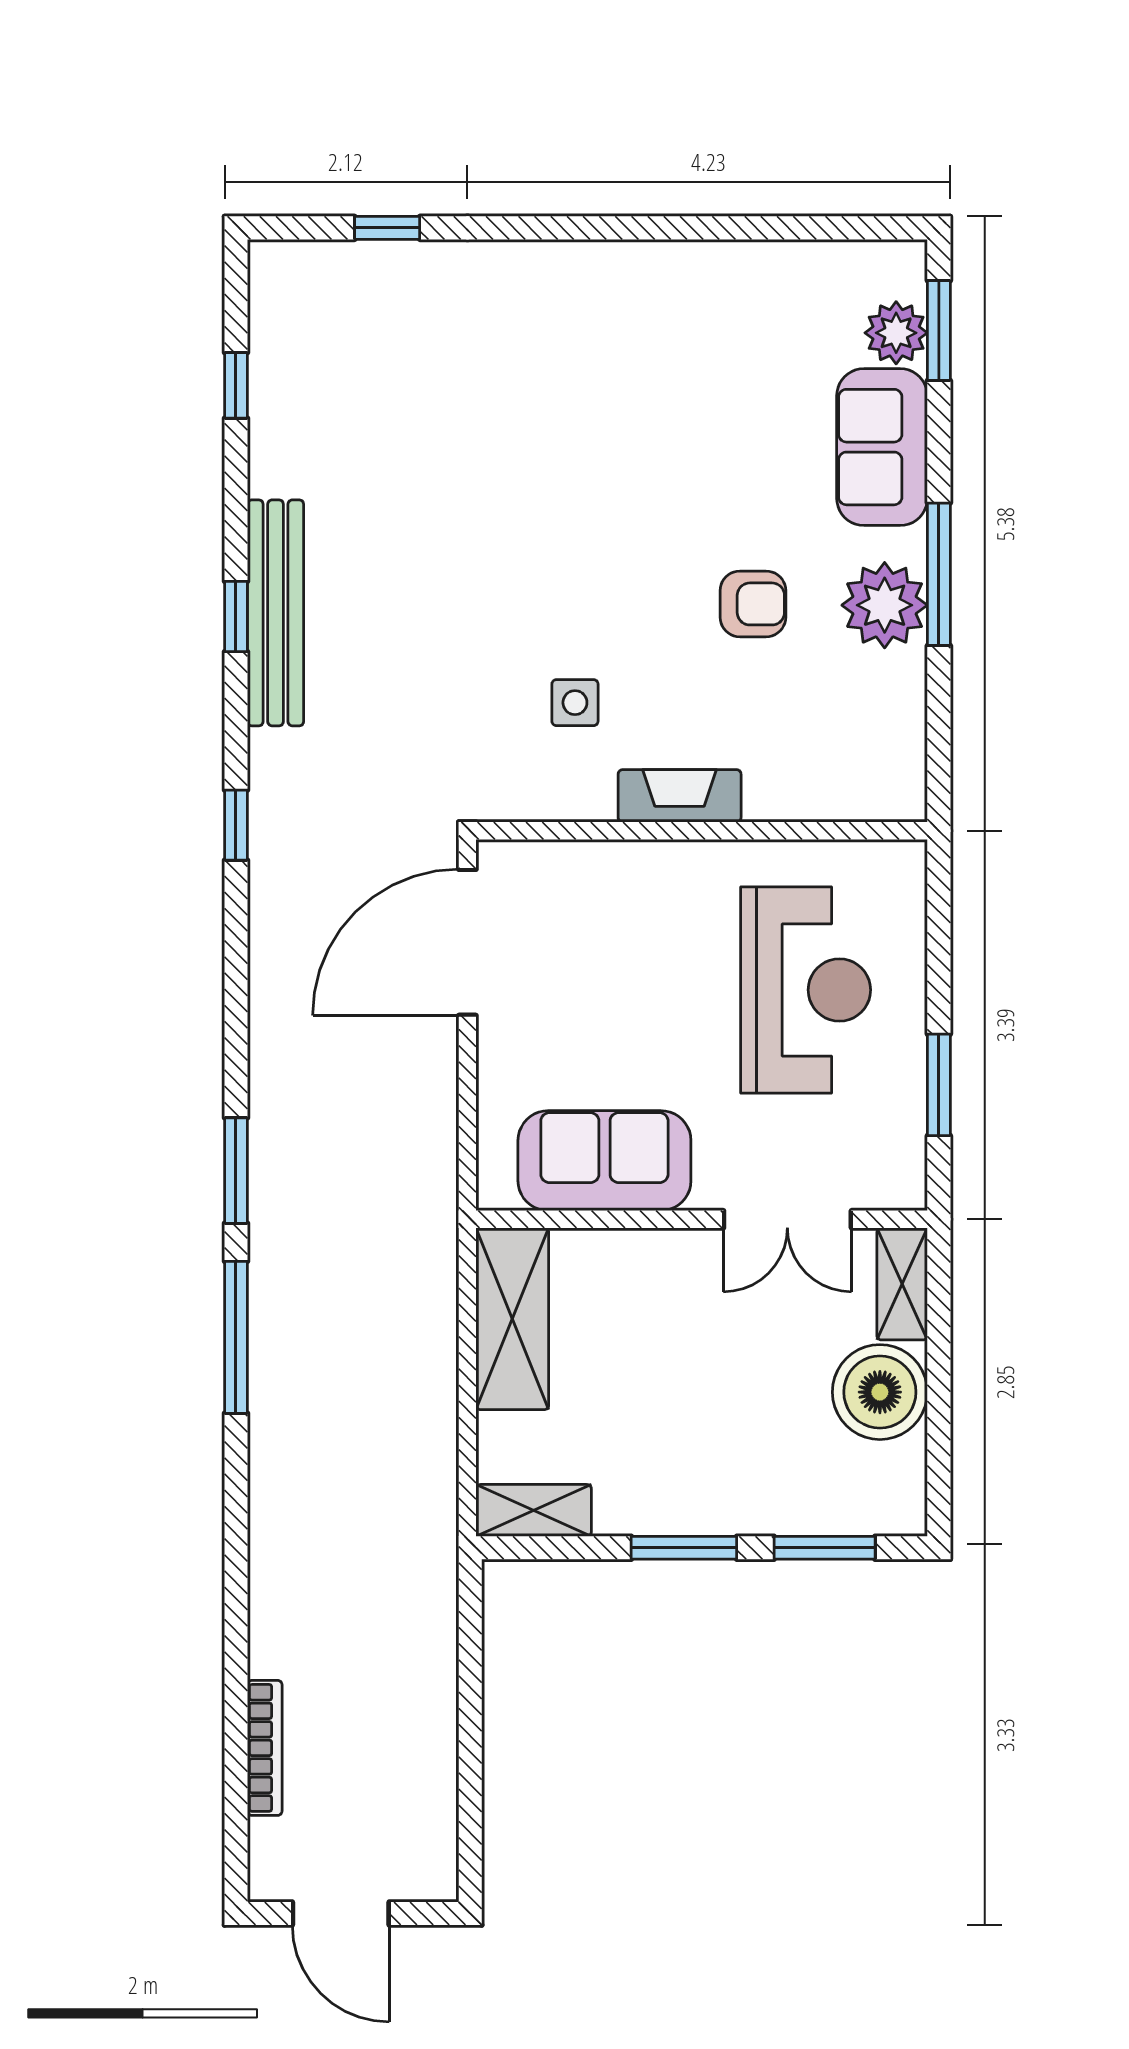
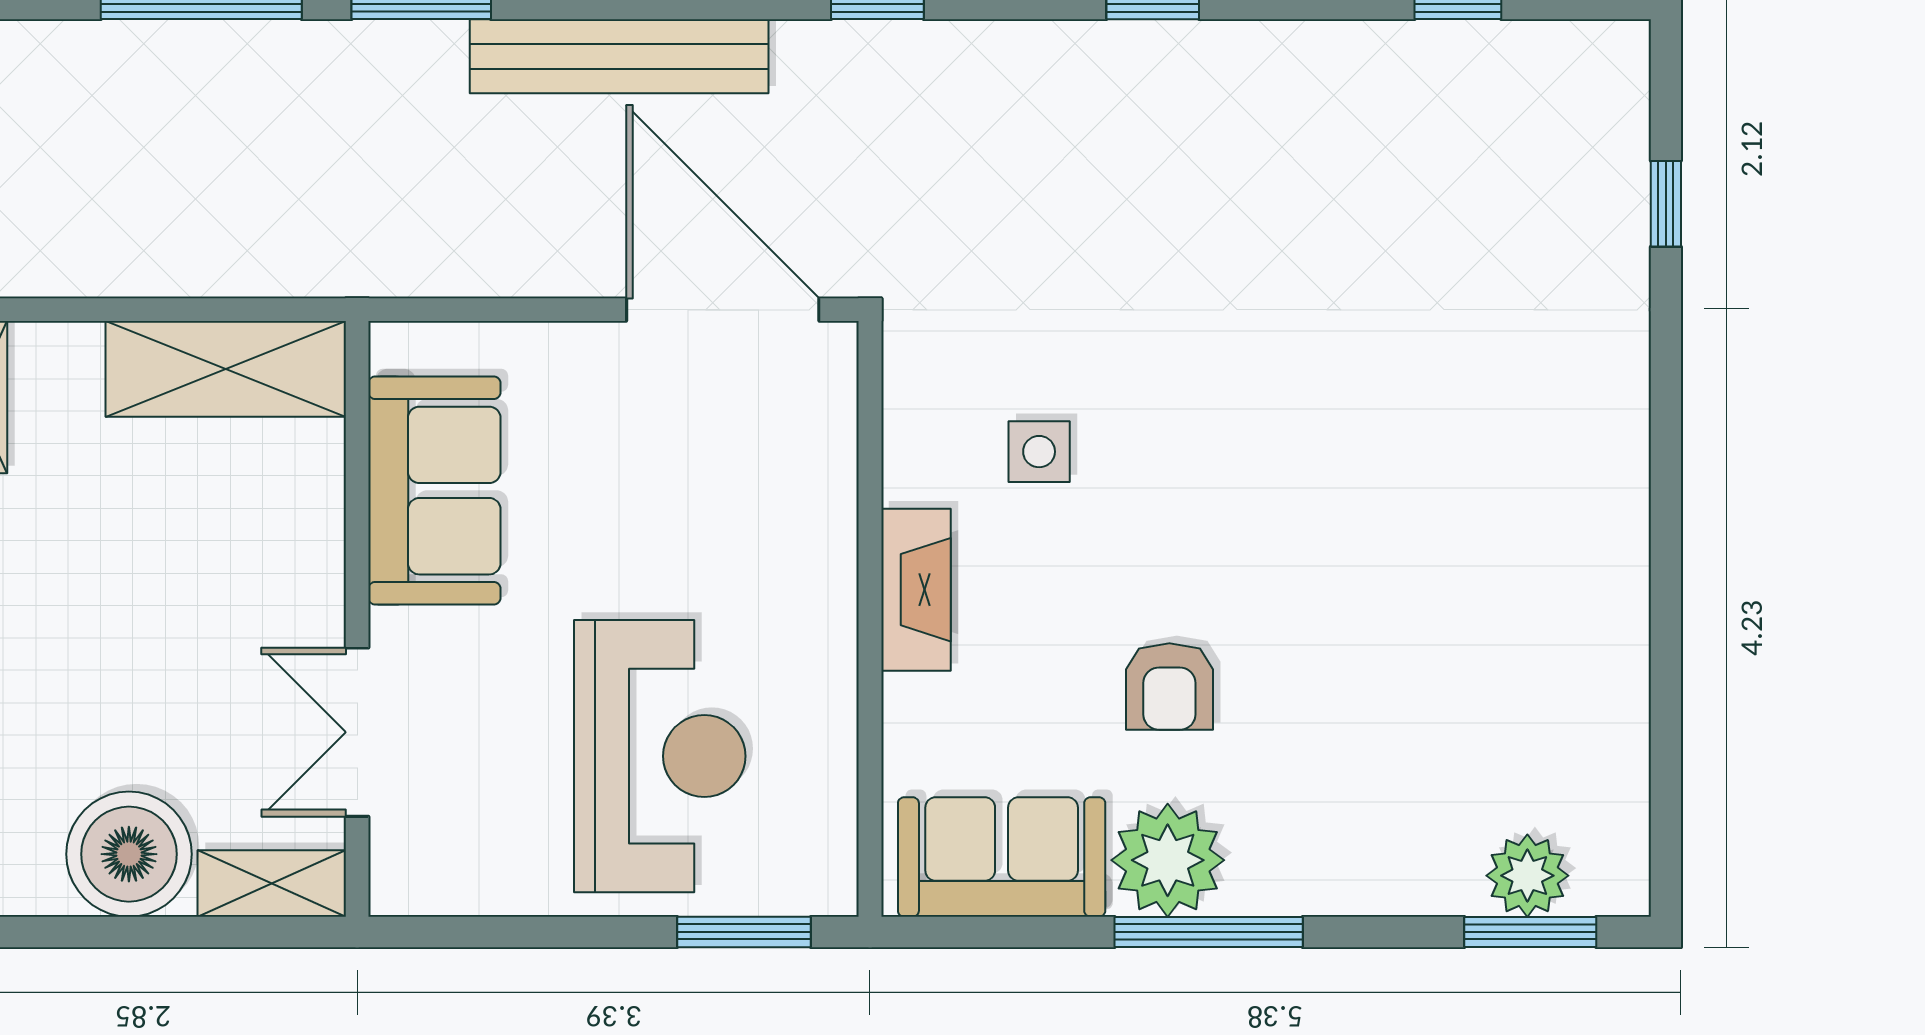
sofa: (882, 447) -> (1002, 857), moved
bench: (276, 613) -> (619, 56), moved
reception desk: (806, 990) -> (660, 756), turned -90
window: (939, 1085) -> (744, 932), moved

